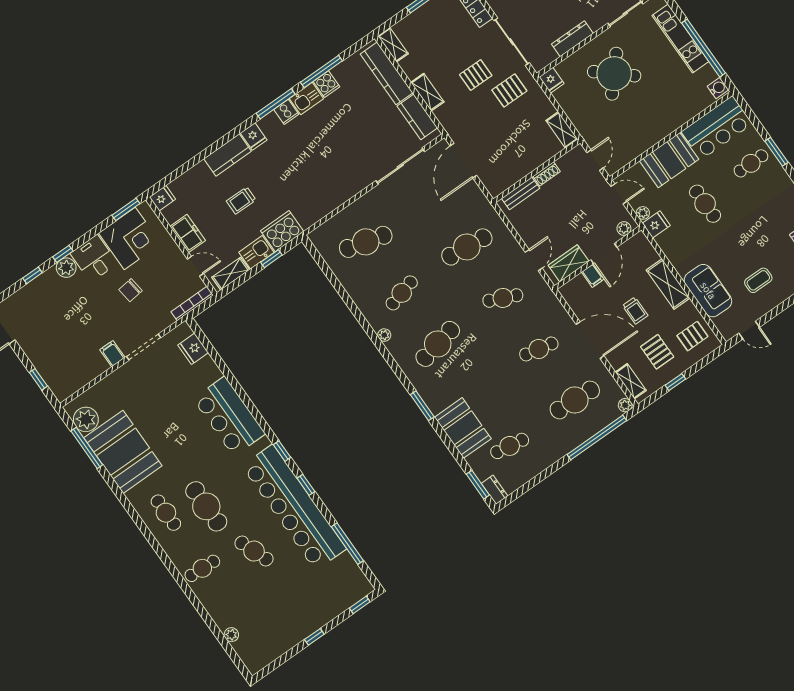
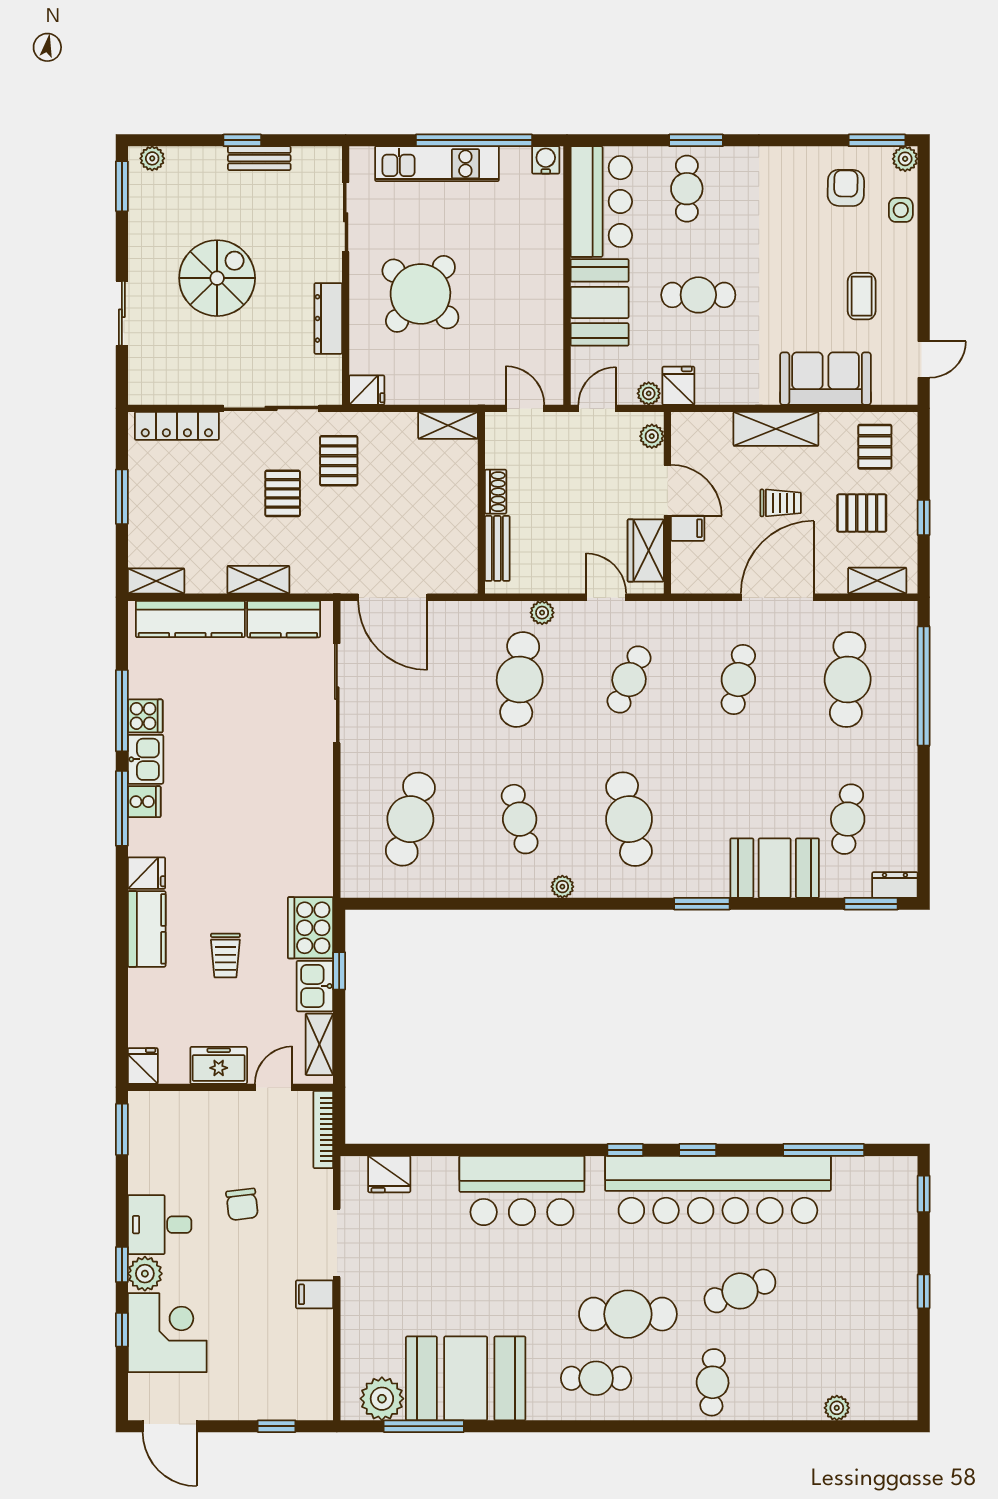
corner desk: (130, 238) -> (167, 1333), moved
plant: (625, 405) -> (542, 613), moved

